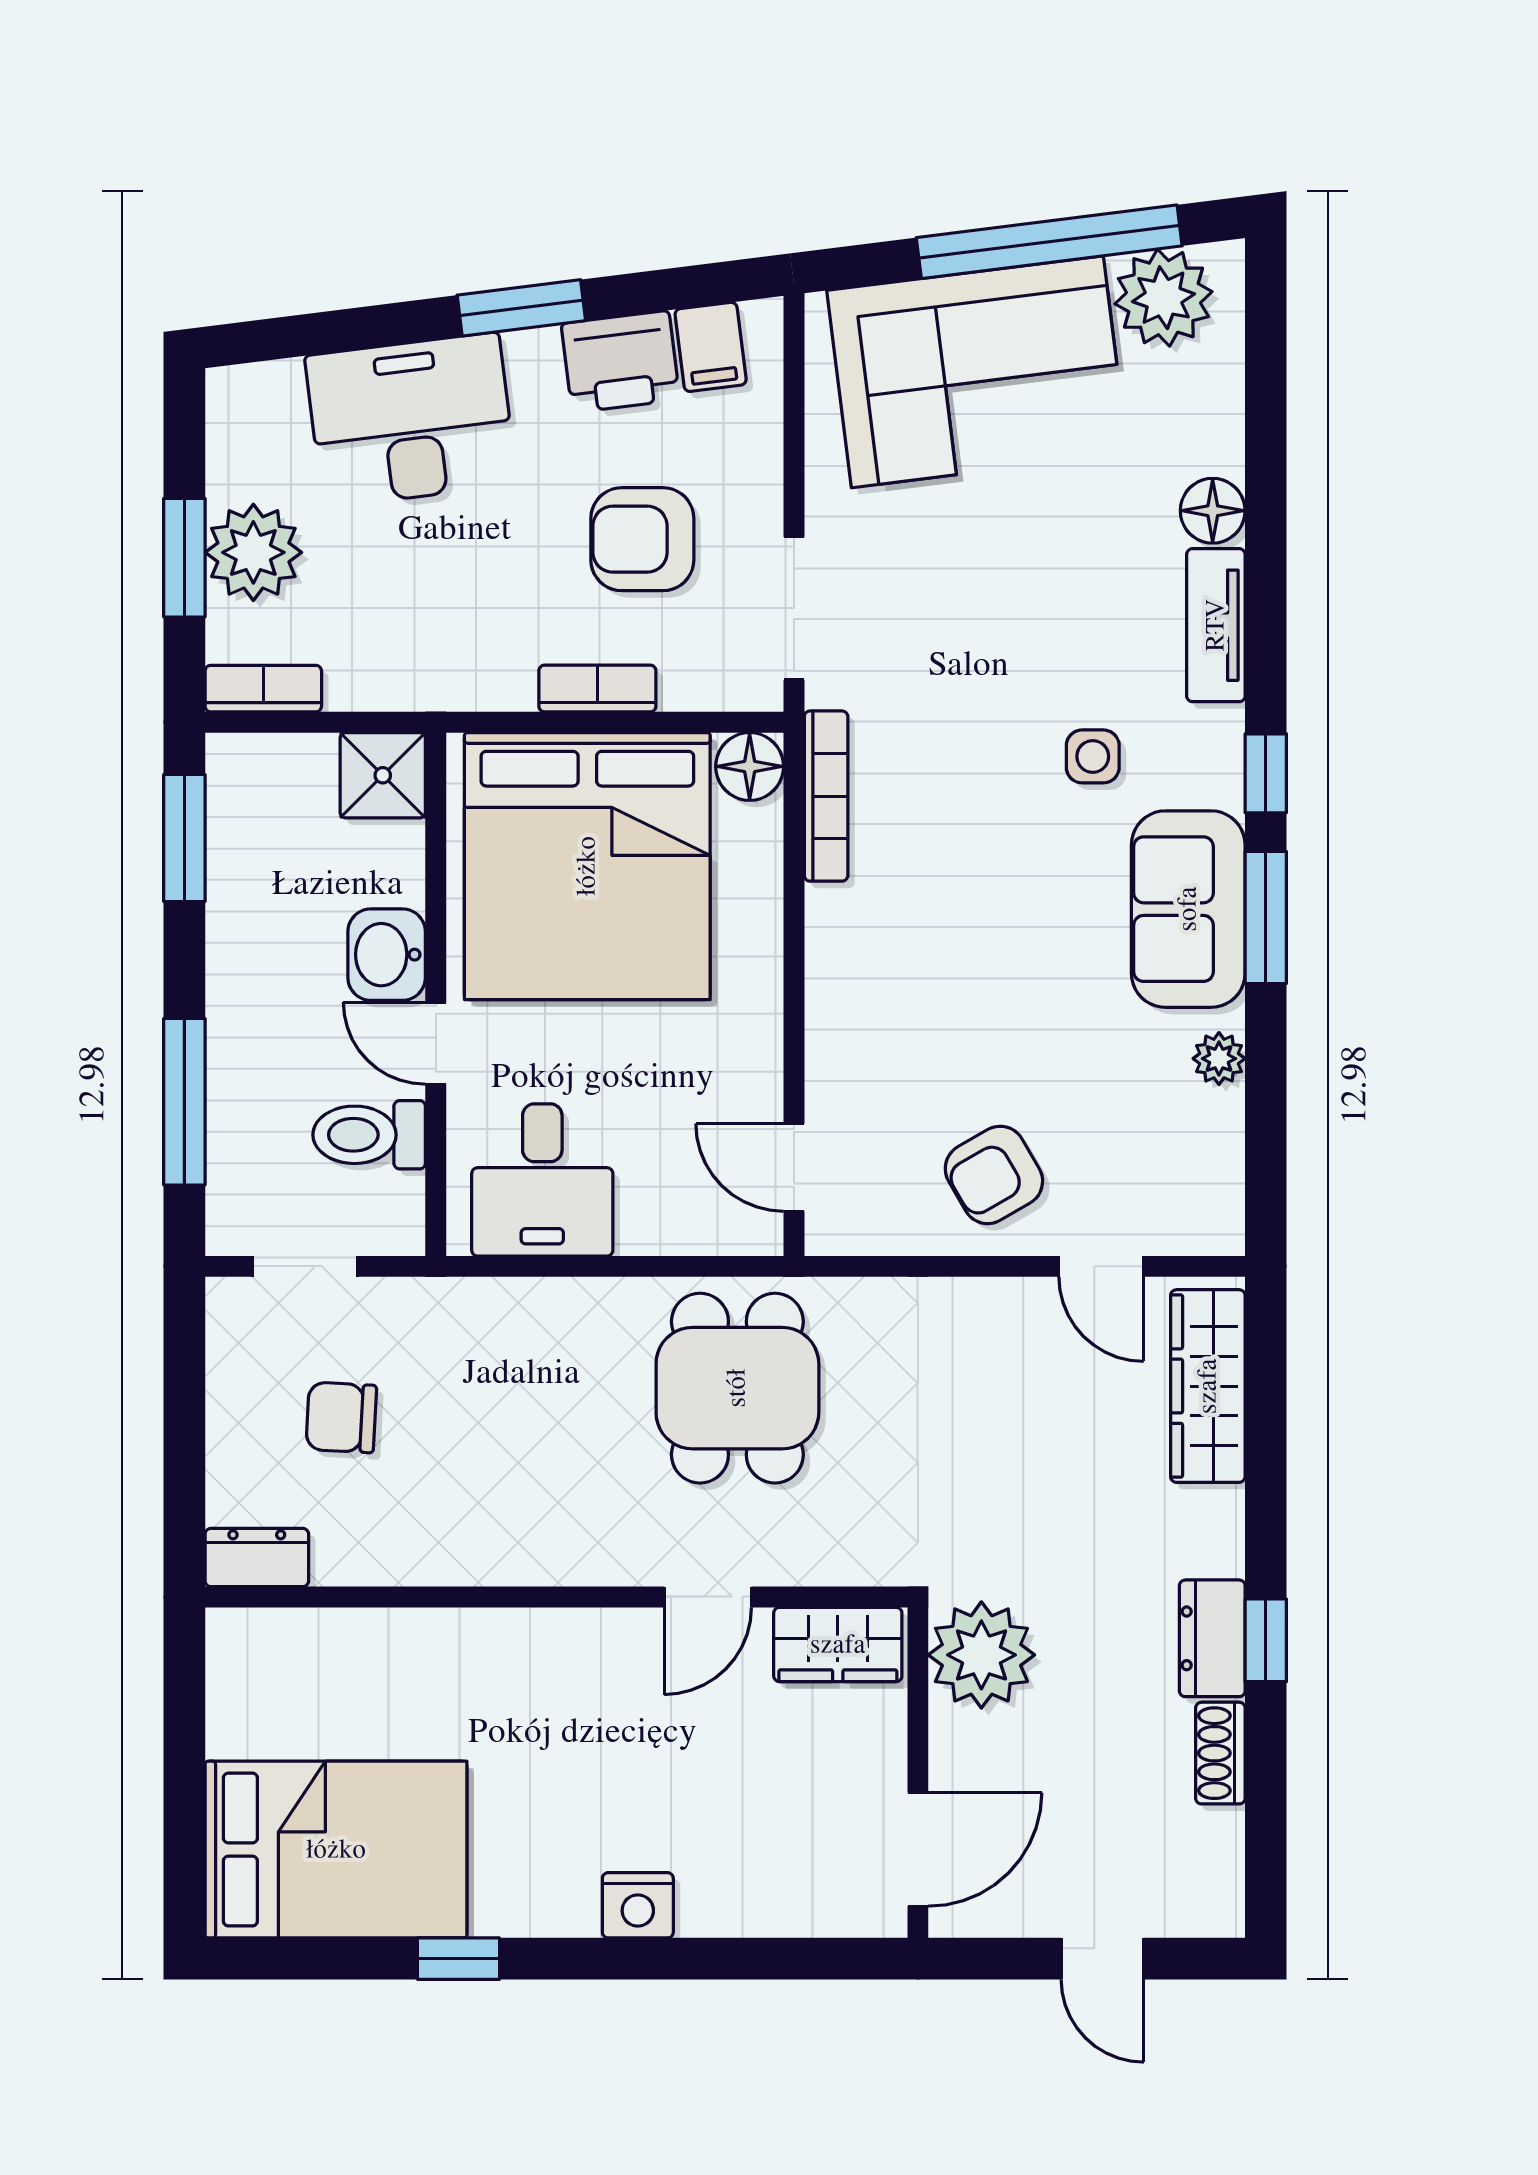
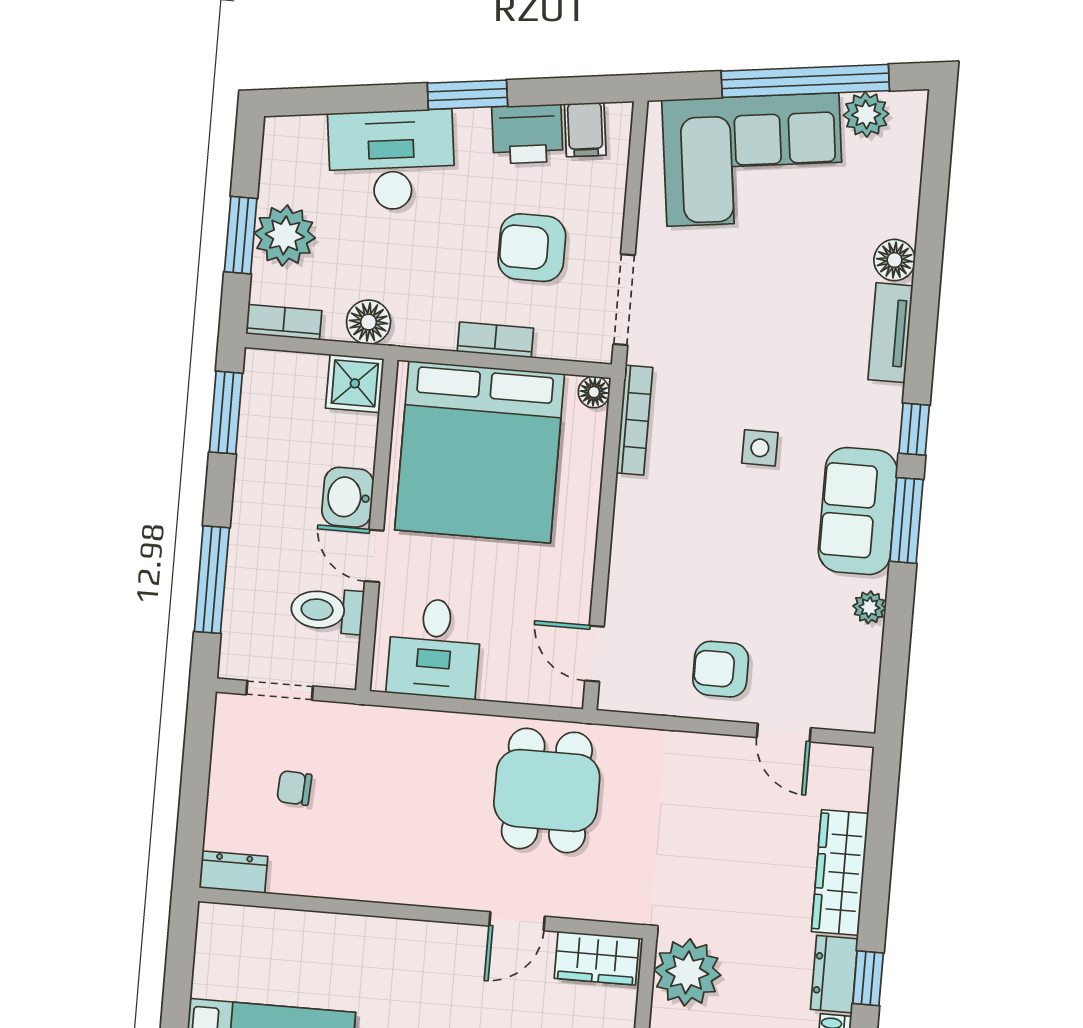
plant: (1164, 298) -> (866, 114), width x0.73, depth x0.73
floor lamp: (396, 677) -> (369, 322), added
side table: (1093, 756) -> (760, 448), moved
floor lamp: (750, 766) -> (594, 392), width x0.73, depth x0.73
armchair: (994, 1175) -> (721, 669), turned 30
wardrobe: (1208, 1386) -> (840, 872), moved
chair: (341, 1417) -> (294, 788), width x0.73, depth x0.73

